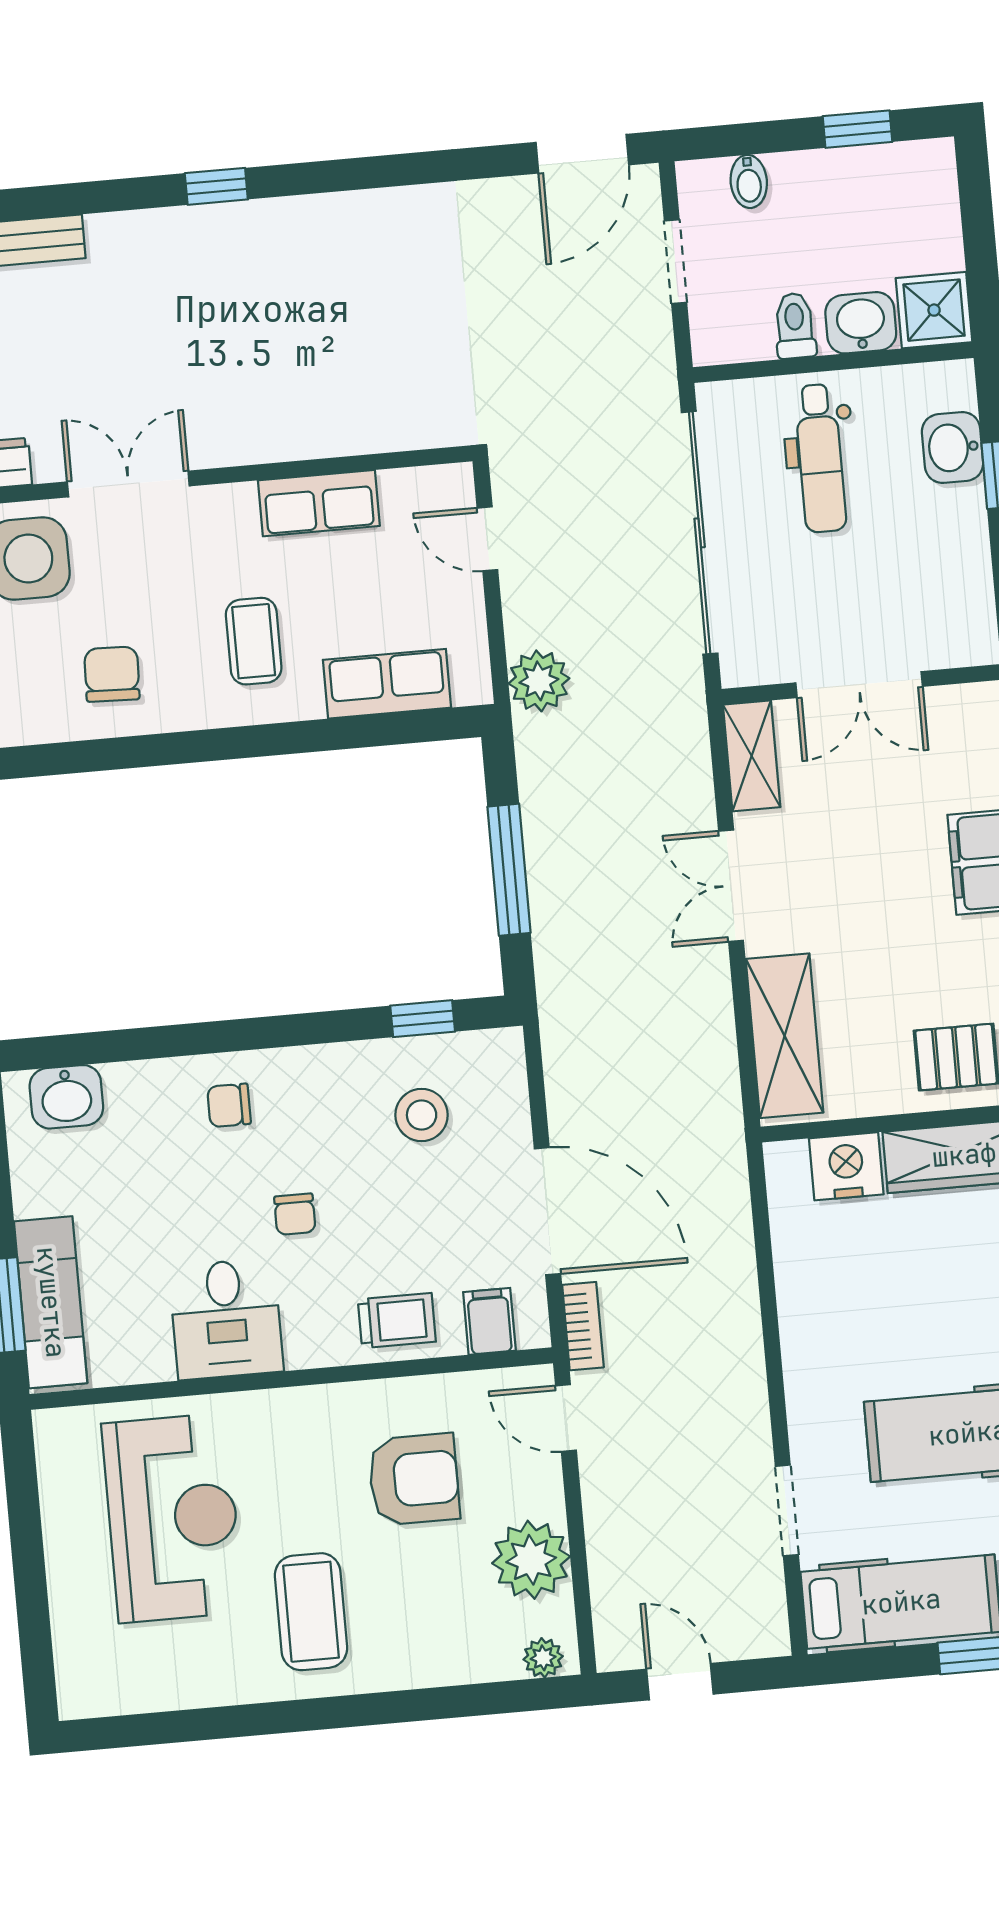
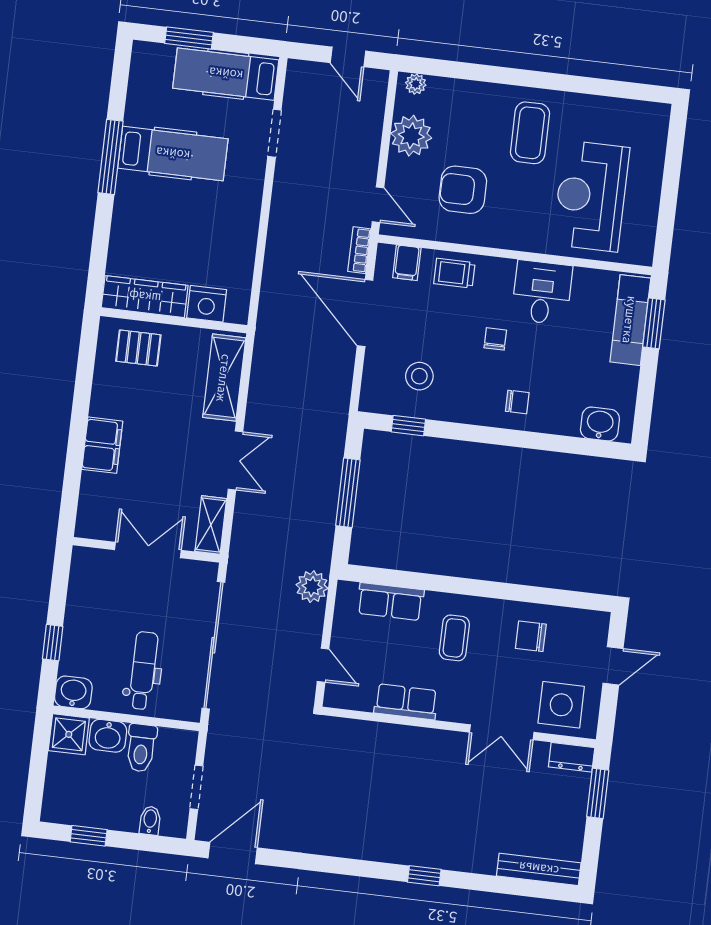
toilet: (795, 326) -> (141, 748), width x1.37, depth x1.39
washbasin: (952, 448) -> (73, 692), moved, turned -90
chair: (112, 674) -> (531, 636), turned 88

